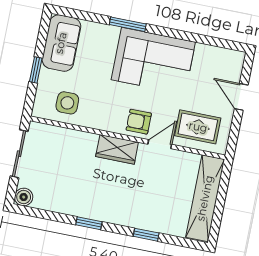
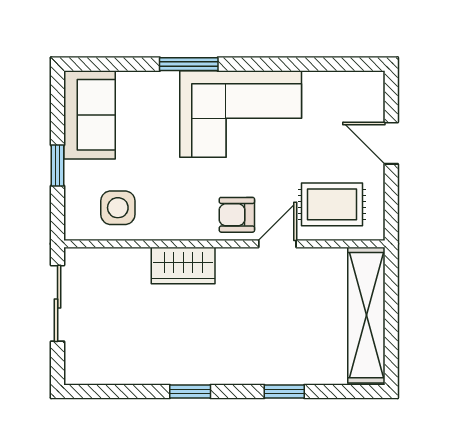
wardrobe: (117, 149) -> (183, 265), moved
boiler: (24, 197) -> (78, 371), removed

